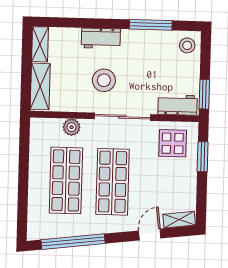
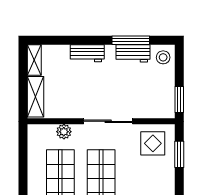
stool: (104, 80) -> (91, 90), removed
workbench: (178, 105) -> (133, 53), moved, turned 180

